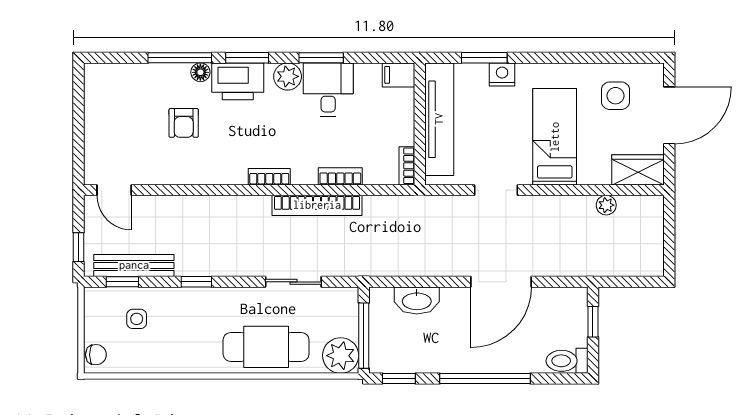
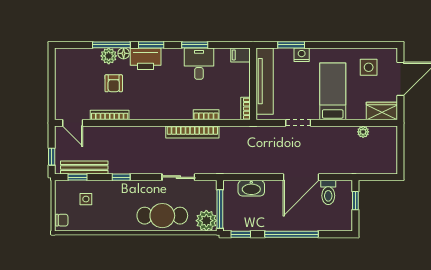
plant: (288, 76) -> (109, 56), moved
bookcase: (269, 177) -> (110, 115), moved, width x1.56
toilet: (567, 361) -> (328, 192), moved, turned -90

